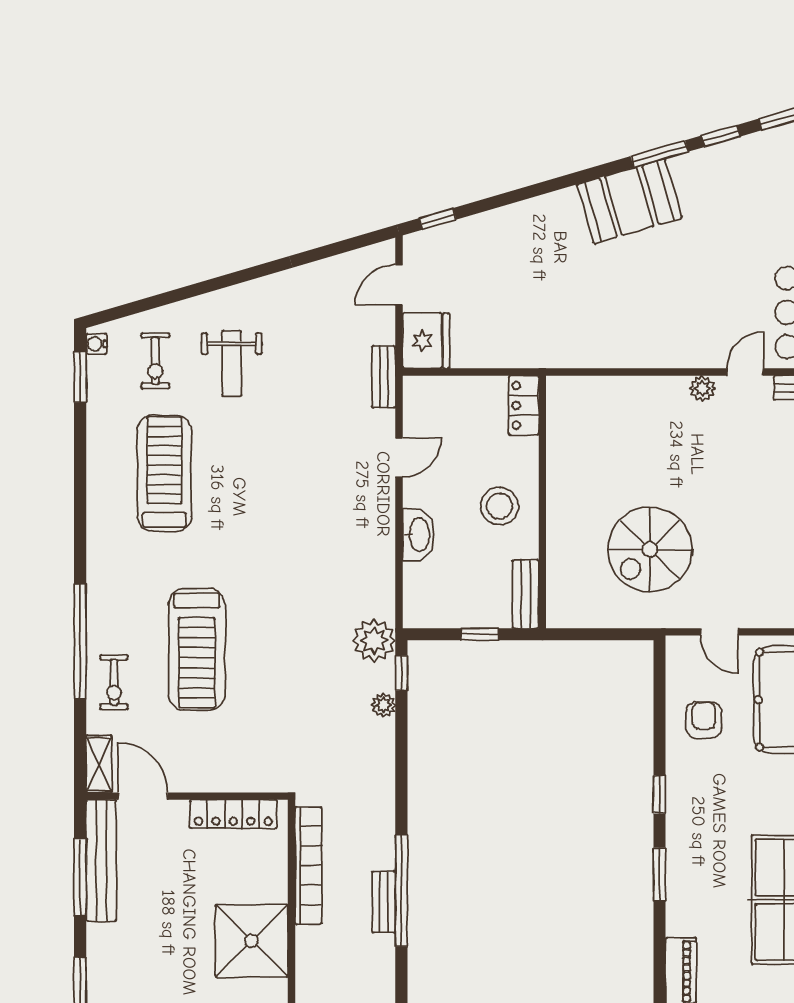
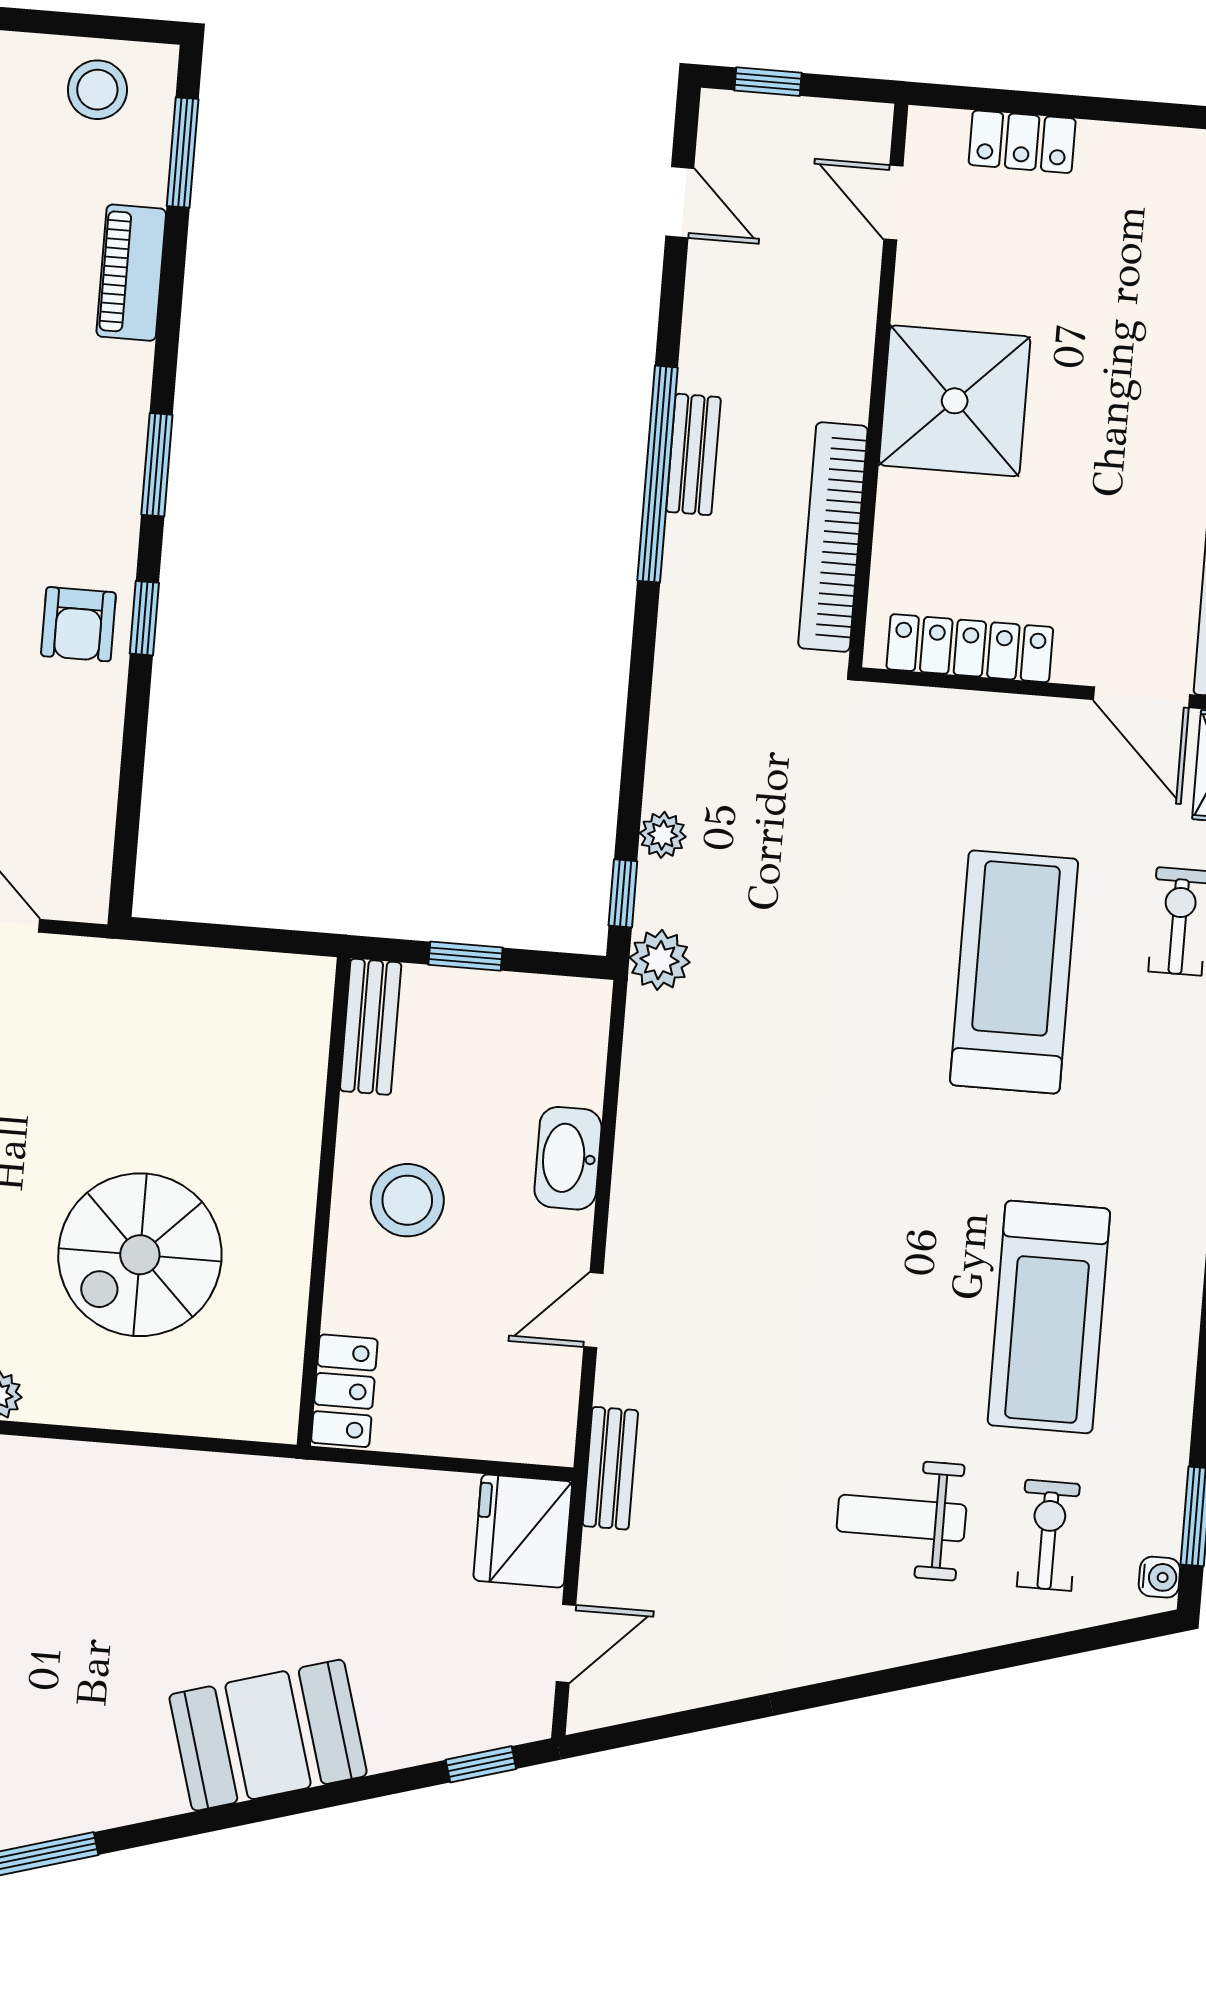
booth: (629, 201) -> (268, 1735), moved
weight bench: (232, 363) -> (901, 1518), turned -90
spiral stairs: (650, 550) -> (140, 1255), moved, turned 180
plant: (374, 640) -> (660, 960), width x0.73, depth x0.73
armchair: (704, 720) -> (78, 624), moved

